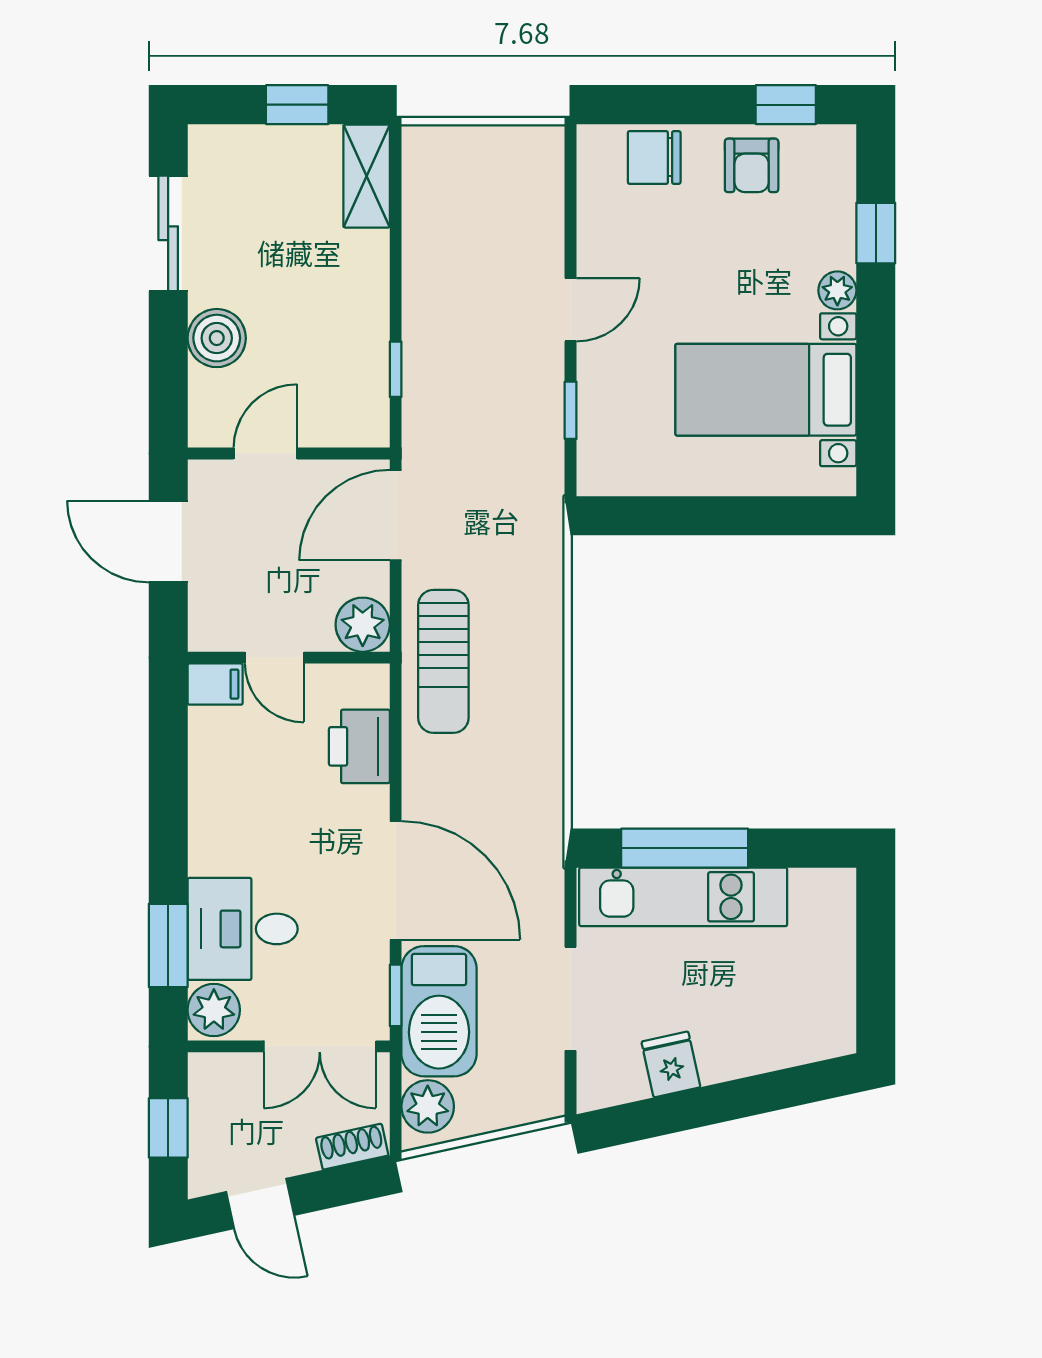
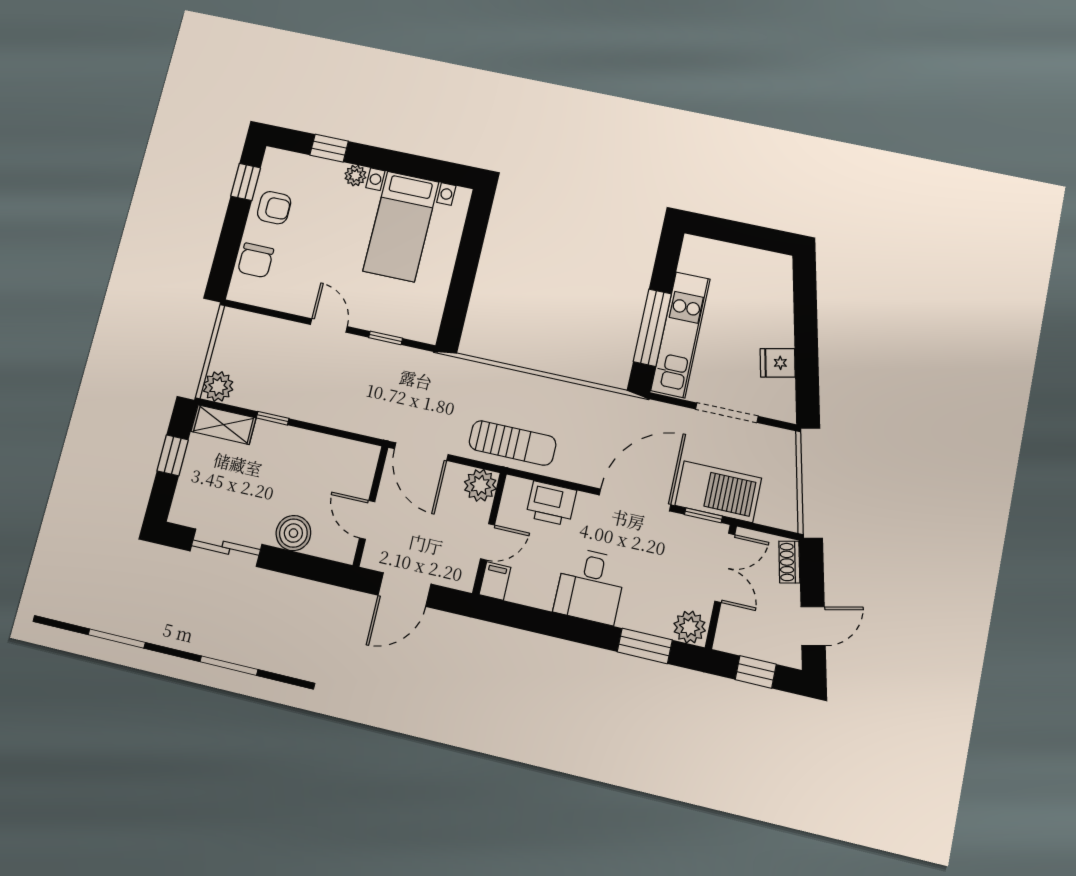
window: (396, 369) -> (273, 418), moved
desk: (243, 929) -> (590, 586), moved
plant: (428, 1106) -> (218, 386), moved

